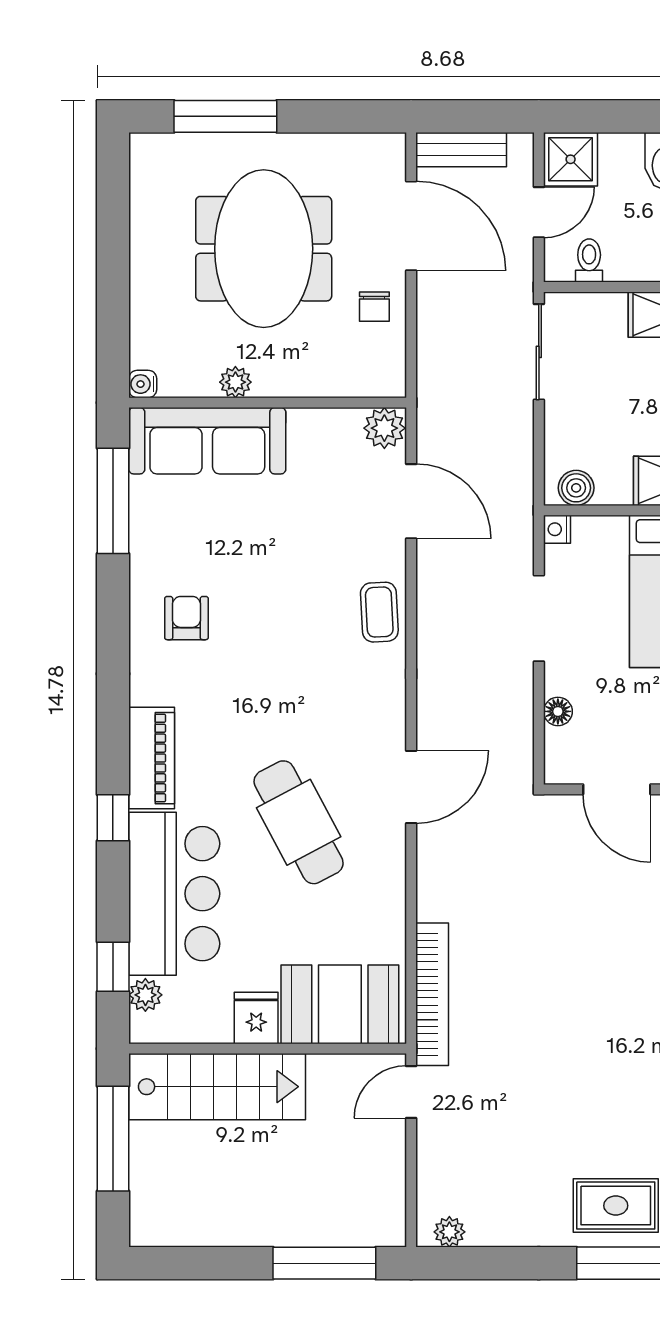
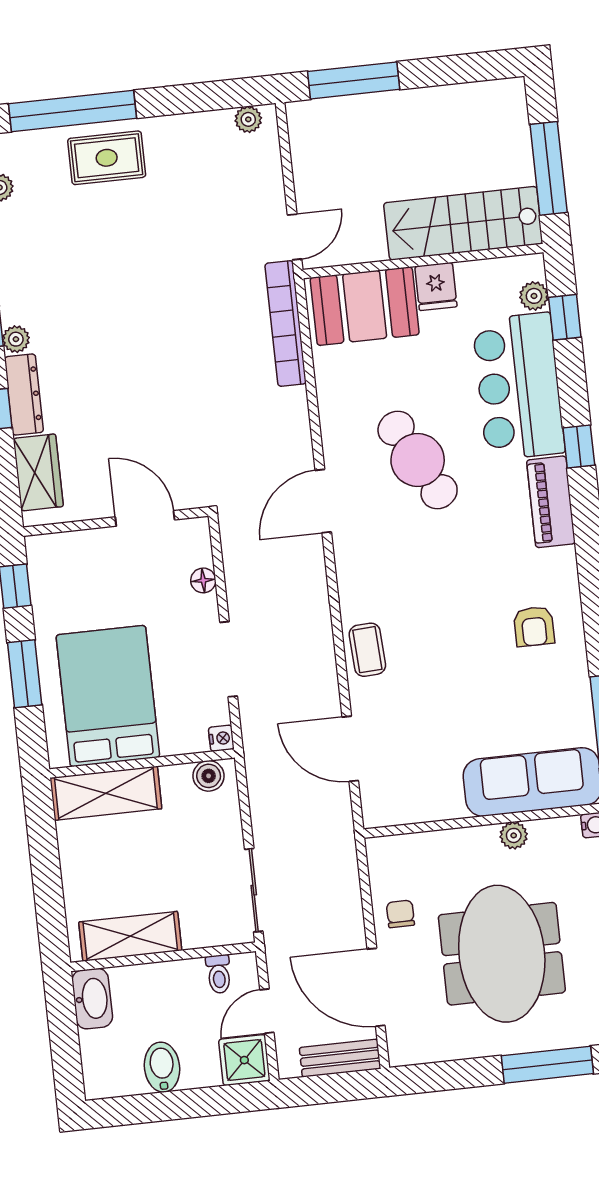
plant: (384, 428) -> (380, 810), removed

